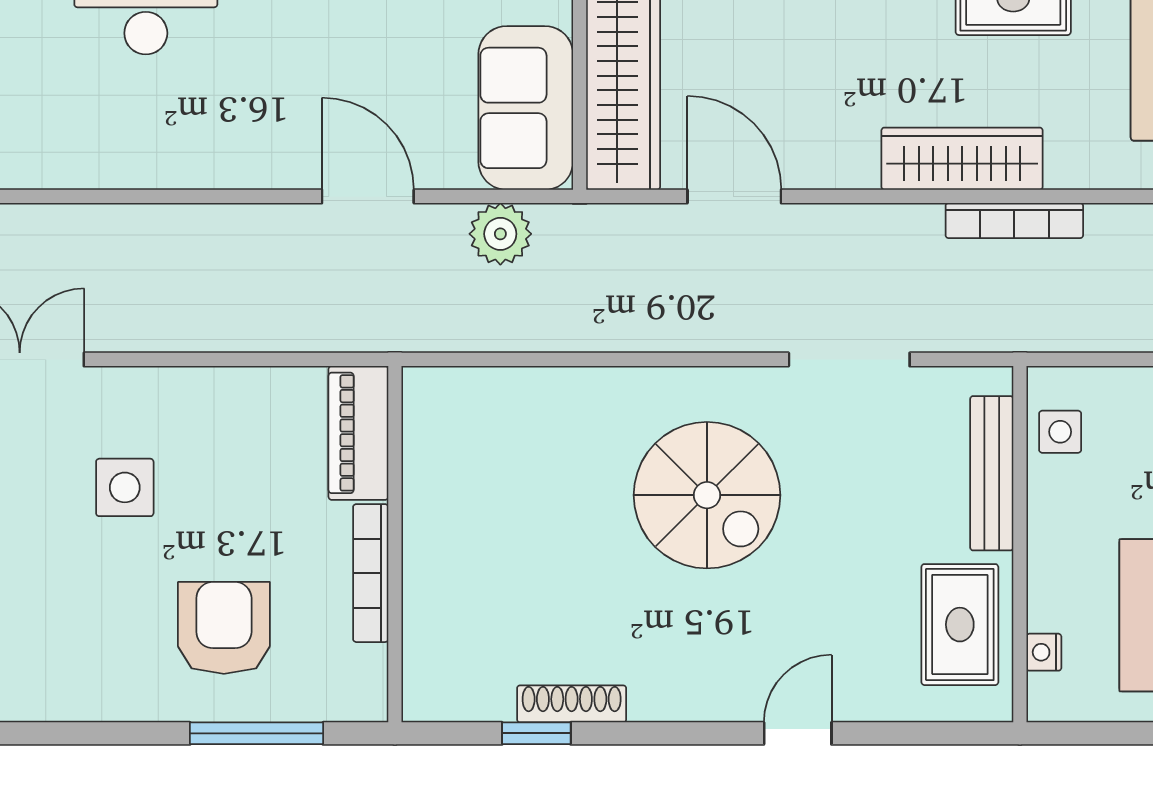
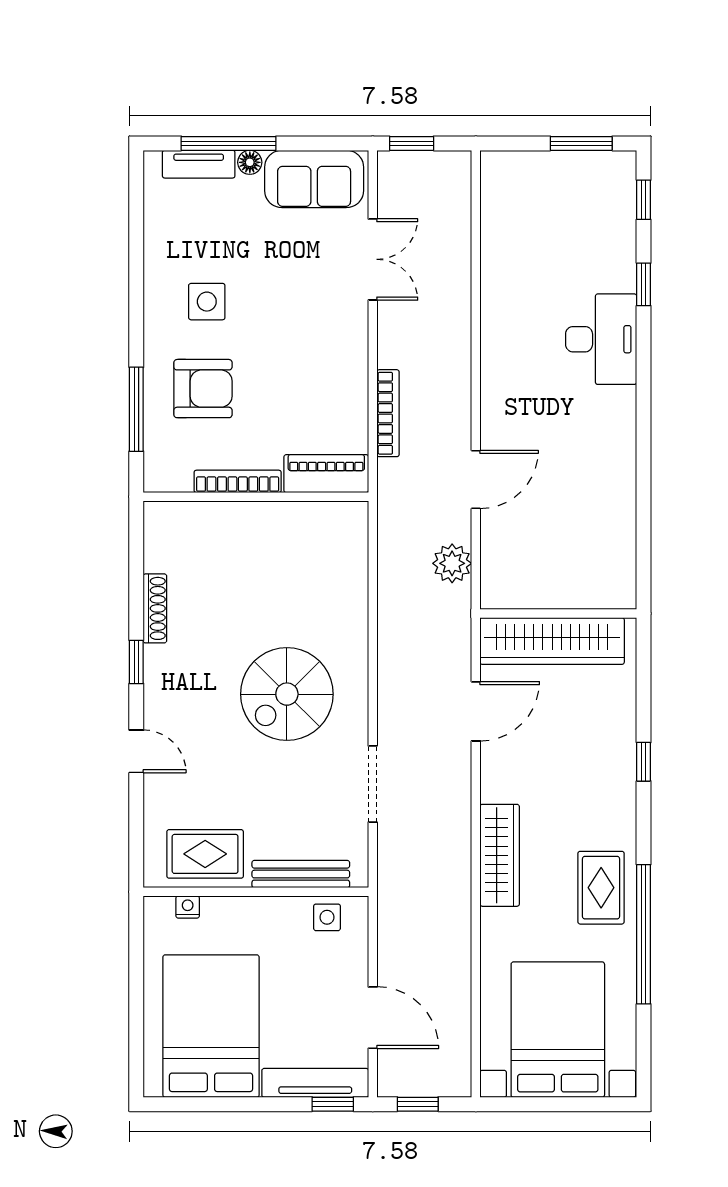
sofa: (526, 108) -> (532, 579), removed
bookcase: (1014, 221) -> (388, 413), moved, turned 180
side table: (125, 487) -> (207, 302), moved
window: (536, 733) -> (136, 662), moved

